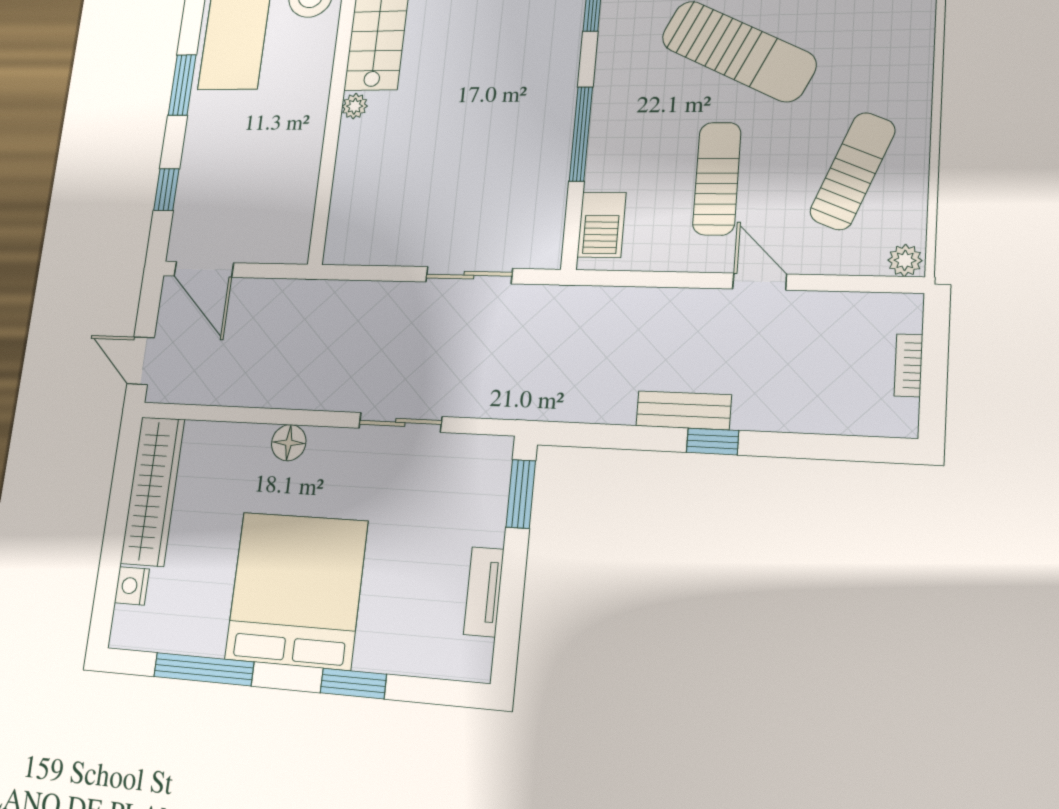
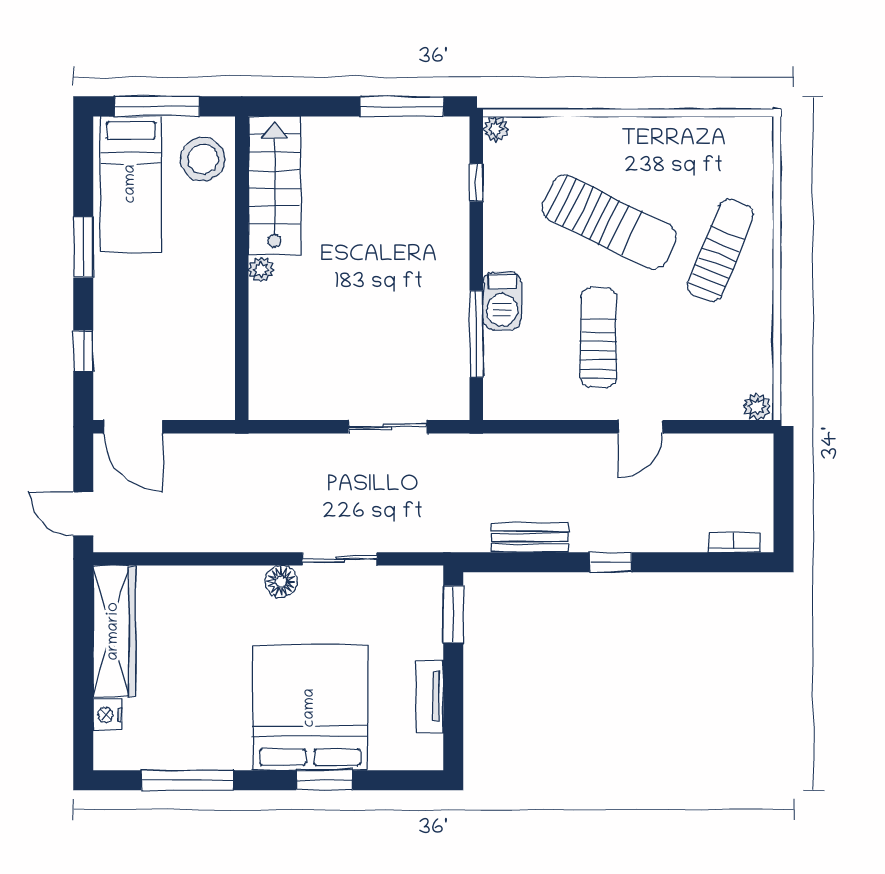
window: (581, 134) -> (476, 334), moved
sun lounger: (853, 171) -> (721, 250), moved
barbecue: (602, 225) -> (502, 301), moved
door: (760, 282) -> (640, 427), swing flipped
bookcase: (908, 365) -> (734, 542), moved, turned 90
bench: (684, 410) -> (530, 538), moved
floor lamp: (289, 443) -> (281, 582), moved
bed: (296, 590) -> (310, 708), moved

